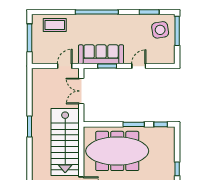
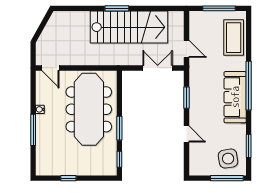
coffee table: (55, 25) -> (234, 38), width x1.36, depth x1.32
sofa: (101, 54) -> (235, 97), moved, turned 180
stairs: (65, 142) -> (129, 27), moved, turned 180

